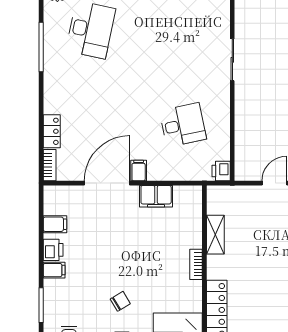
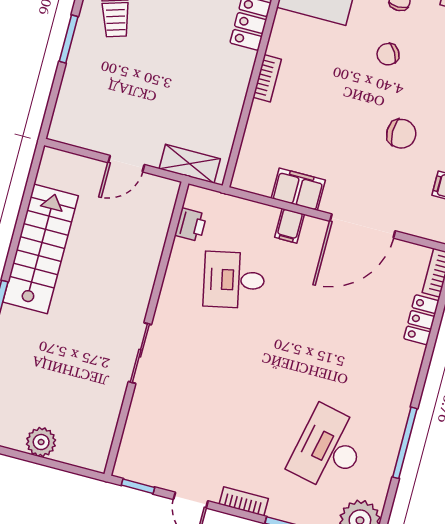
filing cabinet: (139, 171) -> (290, 226), moved
printer: (221, 171) -> (191, 225), moved
shelving: (215, 235) -> (190, 164), moved, turned 90
chair: (98, 251) -> (401, 134), added

